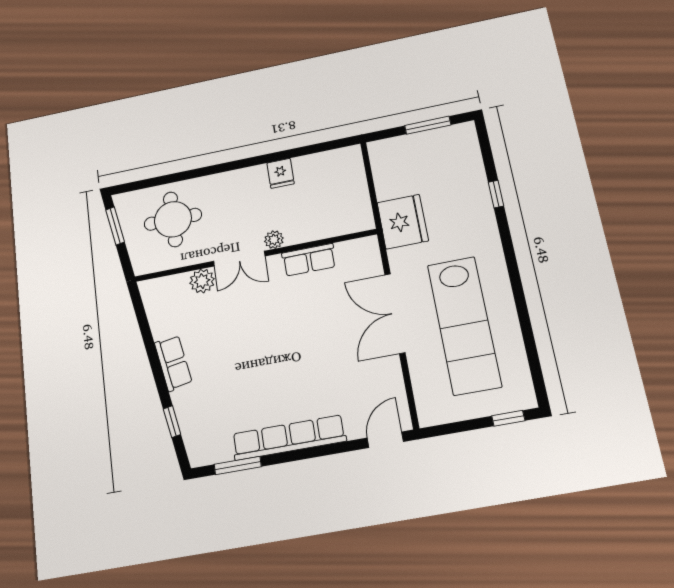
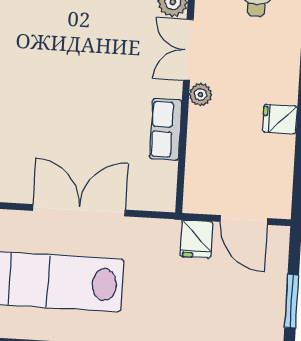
door: (370, 179) -> (244, 220), added
fridge: (403, 222) -> (197, 239), width x0.53, depth x0.75

